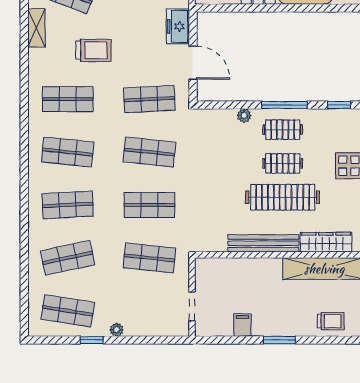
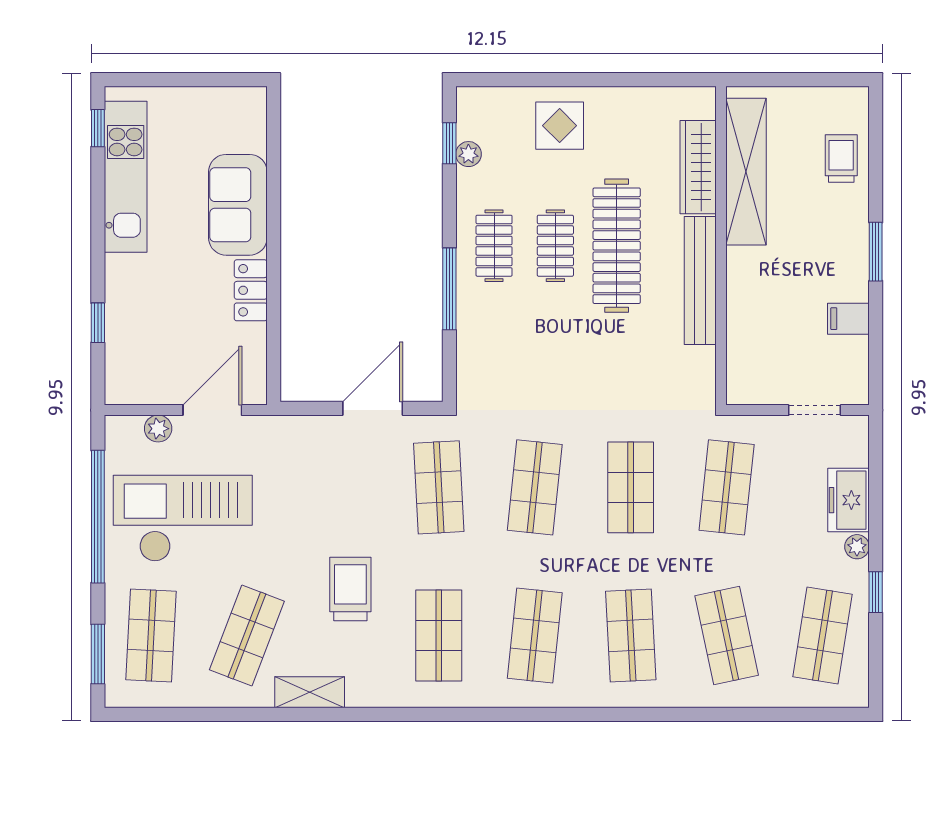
freezer: (178, 26) -> (848, 500), moved, turned 90
window: (284, 105) -> (449, 289), moved
plant: (244, 116) -> (468, 154), moved

